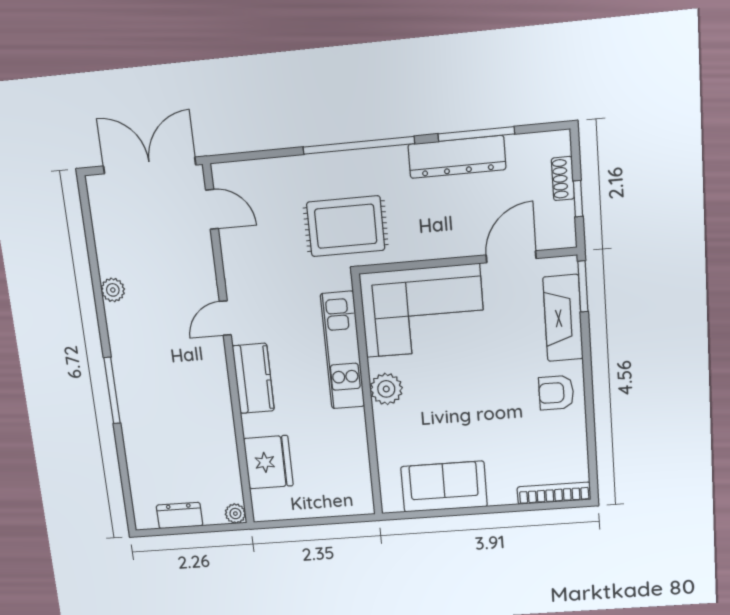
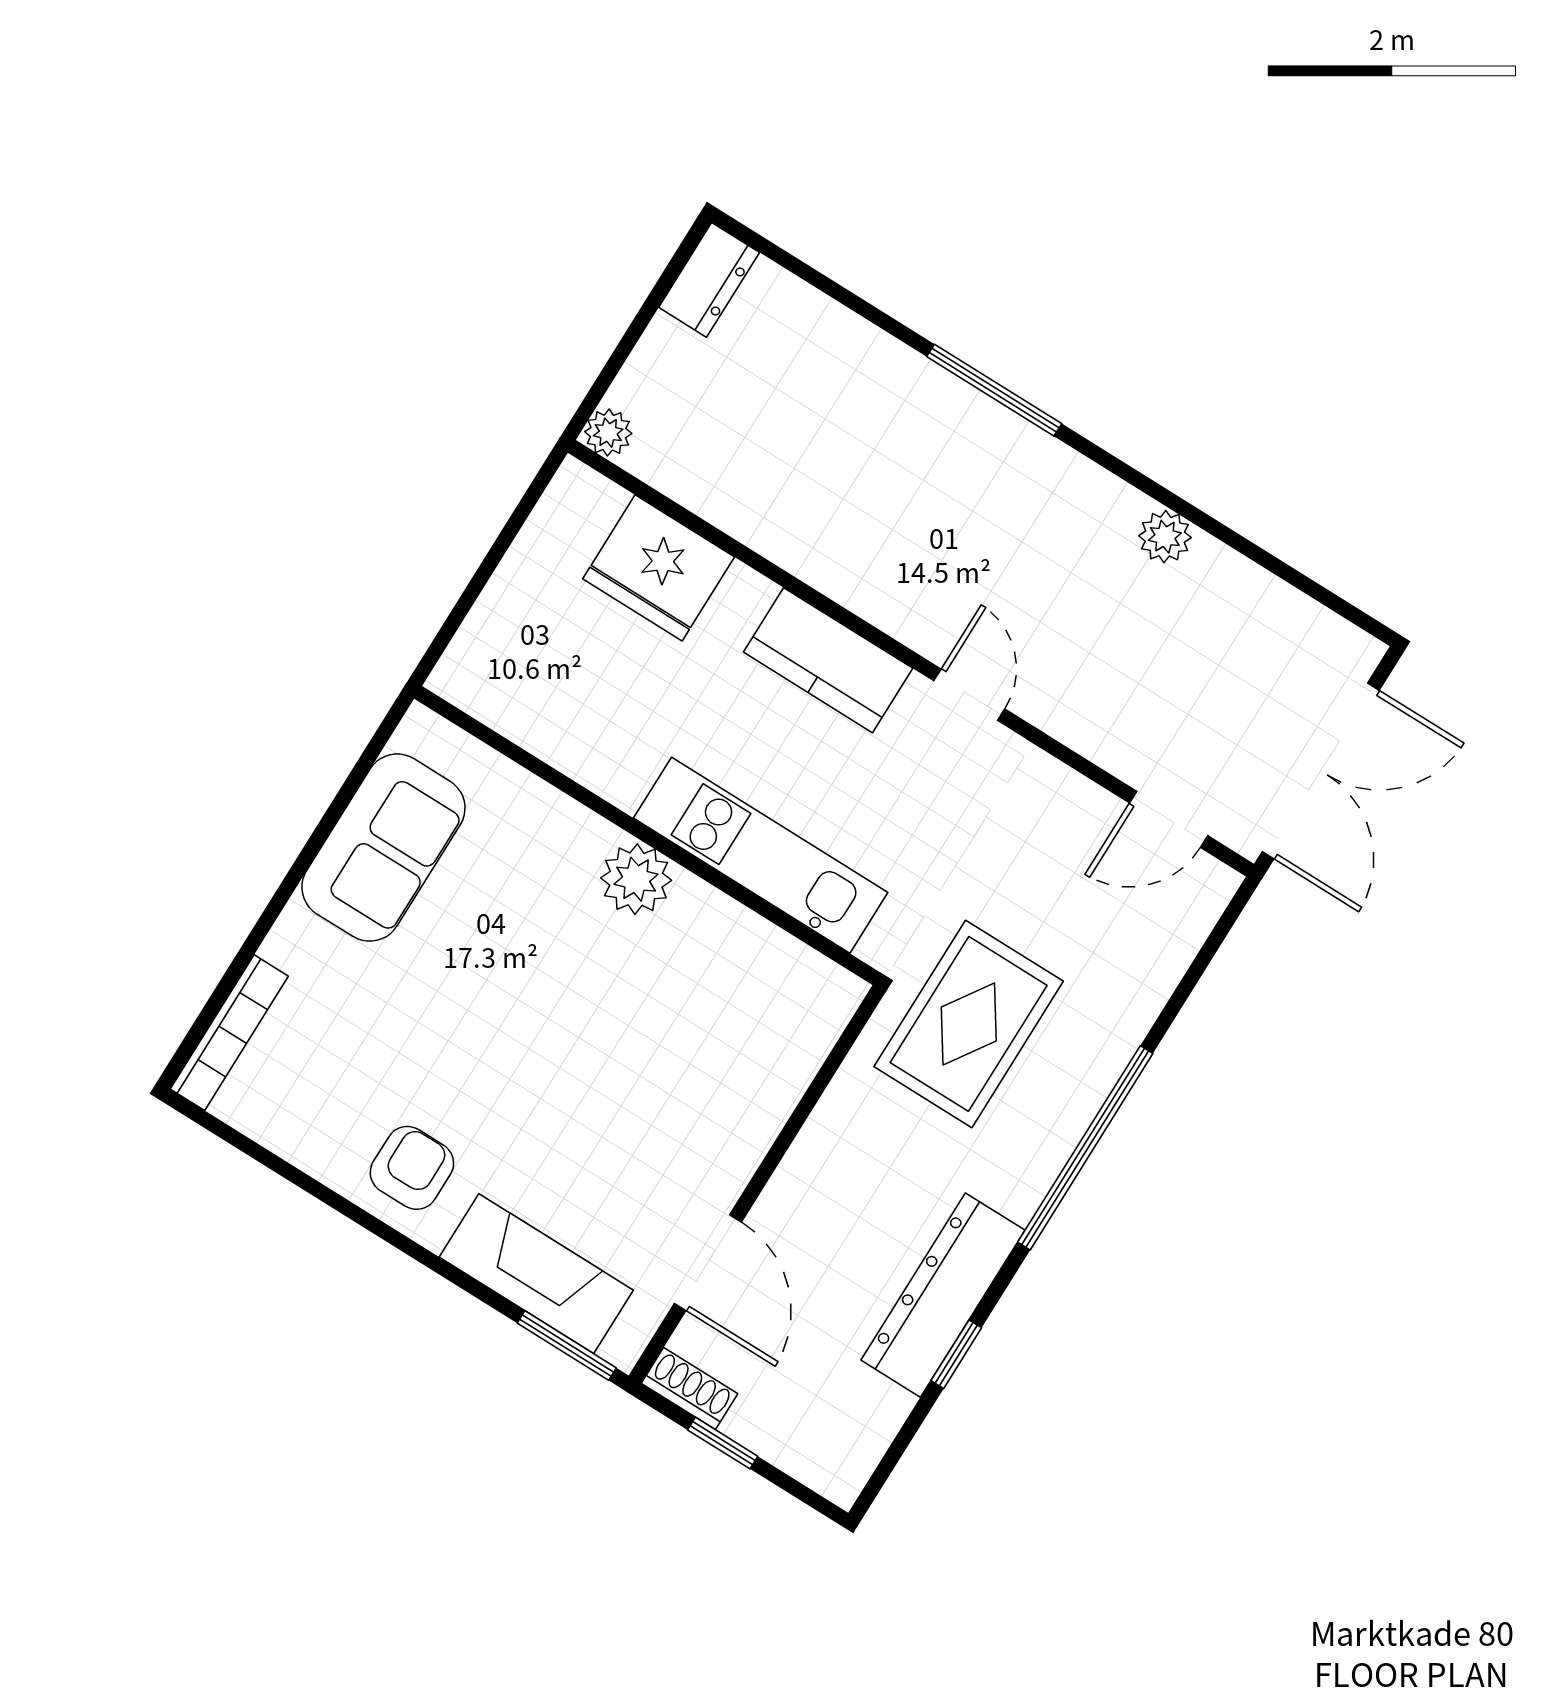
window: (476, 134) -> (956, 1354), width x0.46
shoe rack: (563, 179) -> (690, 1388), moved
corner sofa: (422, 311) -> (727, 1045), removed
dresser: (180, 515) -> (709, 280), moved

